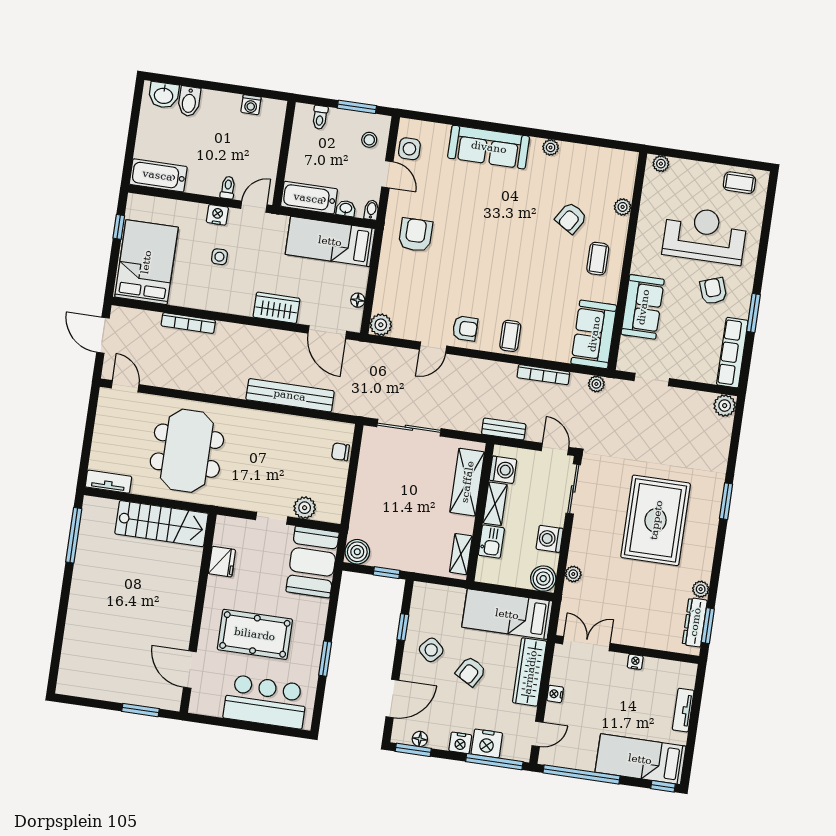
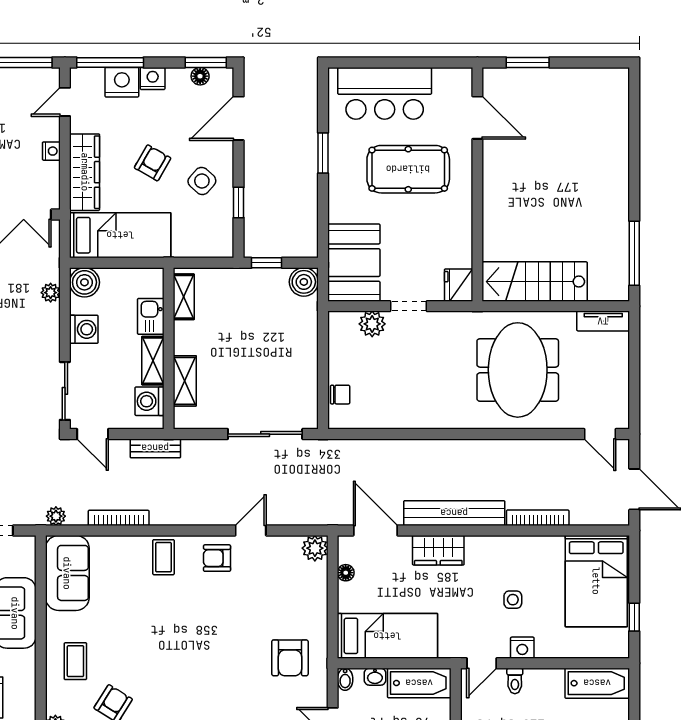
bench: (290, 395) -> (454, 513), moved
shelving: (467, 482) -> (185, 381), width x0.67, depth x0.75
fridge: (222, 562) -> (459, 285), moved

